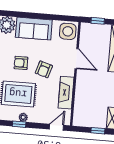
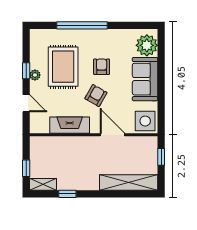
door: (77, 59) -> (112, 135), swing flipped
armchair: (44, 69) -> (96, 96), turned 103
door: (56, 127) -> (26, 103), moved

